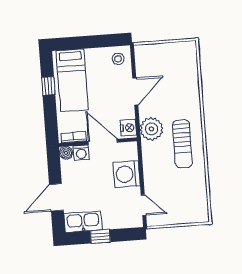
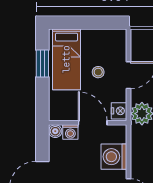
stool: (118, 59) -> (98, 72), moved
window: (48, 86) -> (42, 63), width x1.50
bookcase: (74, 137) -> (64, 116), removed

